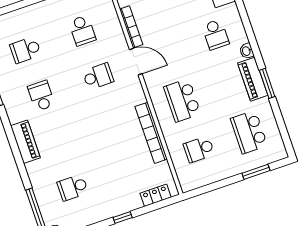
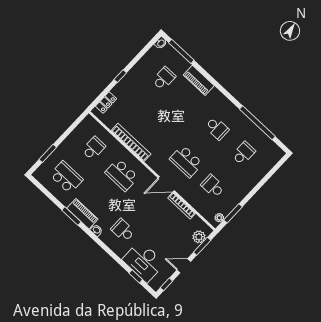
school desk: (98, 76) -> (186, 161), width x1.85
school desk: (182, 100) -> (122, 175), turned 180
piano: (25, 142) -> (199, 80), moved

